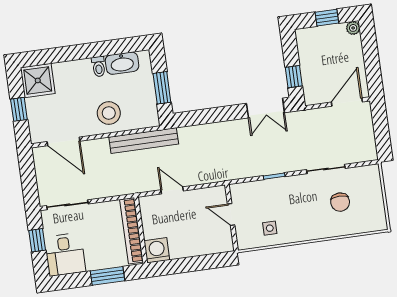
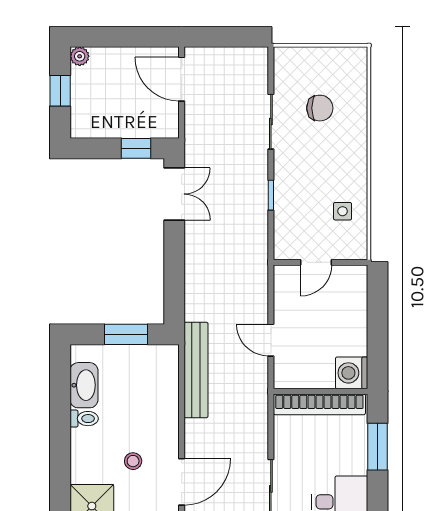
stool: (109, 113) -> (133, 461), moved, width x0.53, depth x0.53
door: (172, 190) -> (271, 340), hinge flipped

